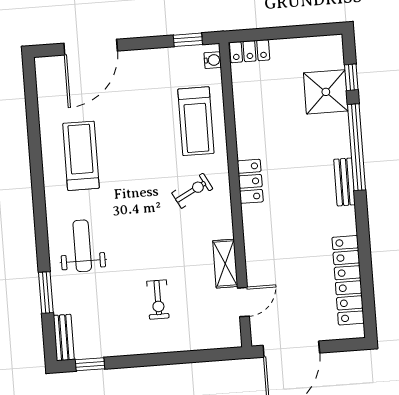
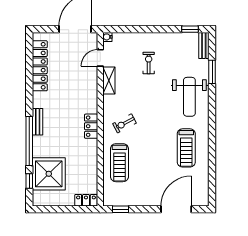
water cooler: (213, 60) -> (107, 37), moved
shower: (326, 92) -> (49, 174), width x1.37, depth x1.37
treadmill: (196, 121) -> (119, 163), turned 180
weight bench: (82, 246) -> (189, 97), width x1.36, depth x1.33

